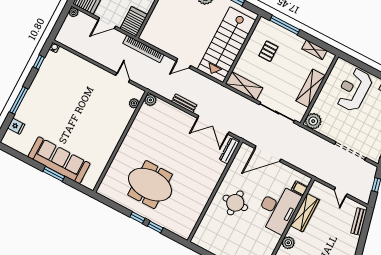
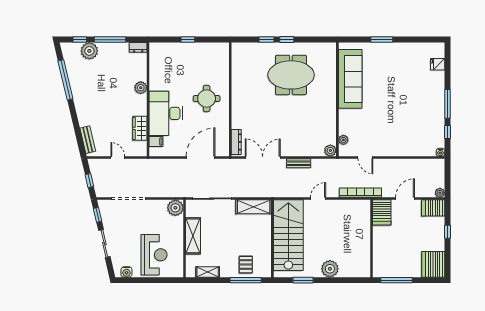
pallet: (268, 51) -> (246, 265), moved
window: (19, 100) -> (447, 104), moved
sofa: (59, 160) -> (350, 79), moved, turned -90
wardrobe: (305, 213) -> (140, 128), width x0.67

